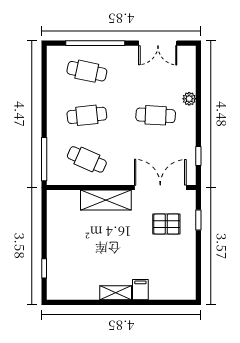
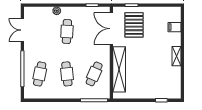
double door: (158, 43) -> (22, 30), swing flipped
shelving: (106, 200) -> (119, 69), width x1.47
pallet: (166, 224) -> (134, 25), width x1.50, depth x1.42
filing cabinet: (140, 290) -> (174, 27), moved

